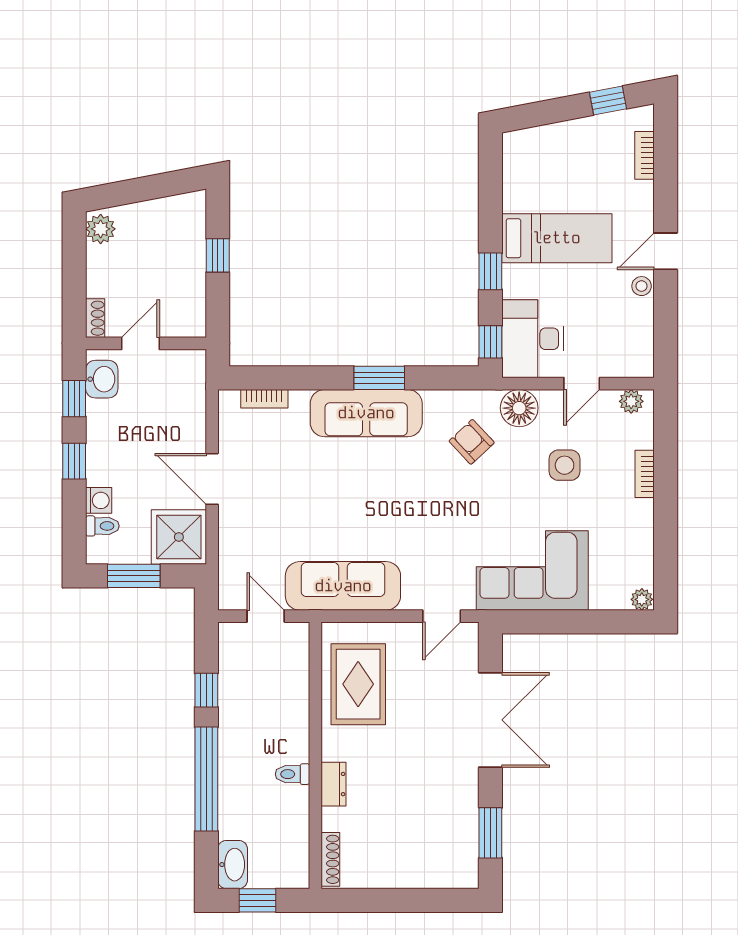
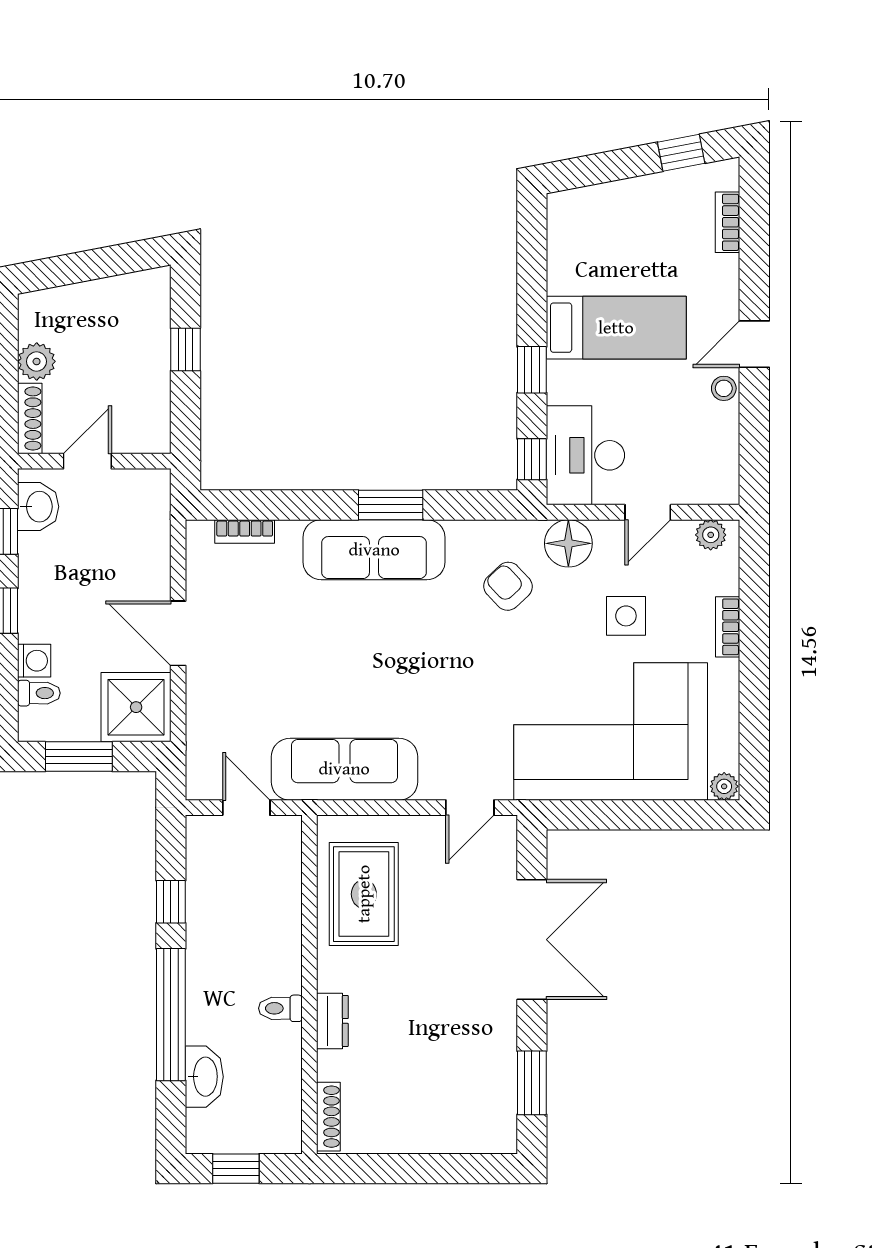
plant: (101, 229) -> (37, 361), moved
shoe rack: (95, 318) -> (30, 419), width x1.43
corner sofa: (532, 570) -> (611, 731), width x1.36, depth x1.36
washbasin: (233, 865) -> (204, 1077), moved

